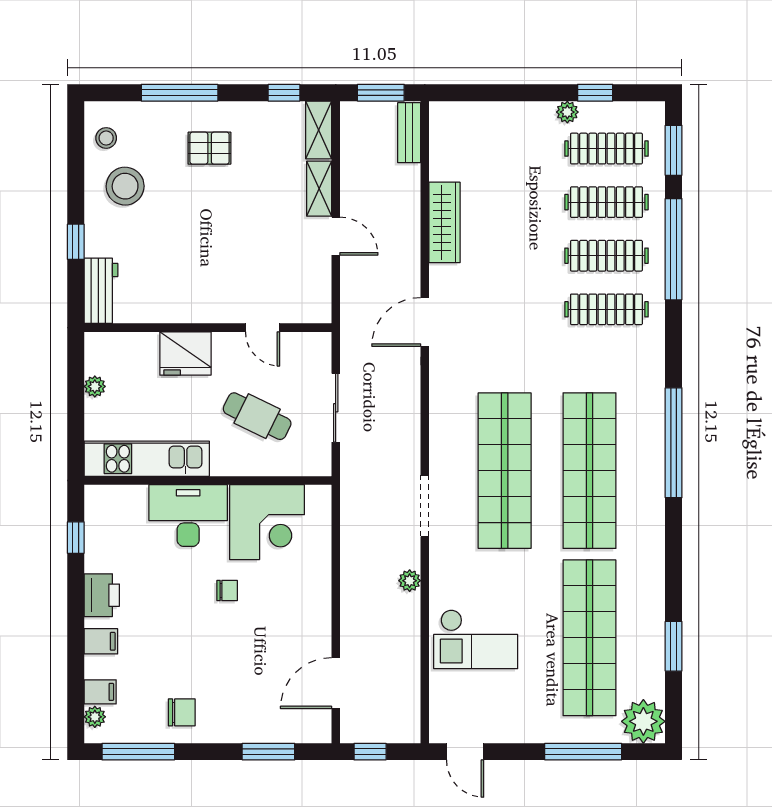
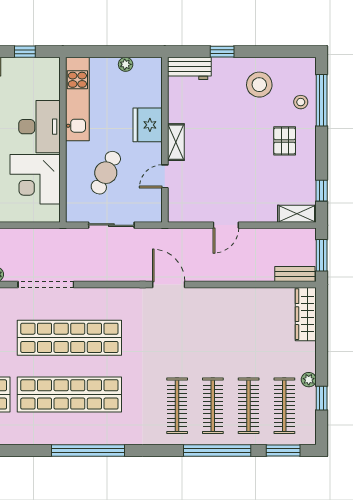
window: (180, 93) -> (322, 100), moved
stool: (106, 138) -> (301, 102), moved
shelving: (319, 189) -> (176, 142), moved, turned 90
wardrobe: (444, 222) -> (306, 314), moved, turned 90
doorway: (425, 506) -> (46, 285), width x1.36

